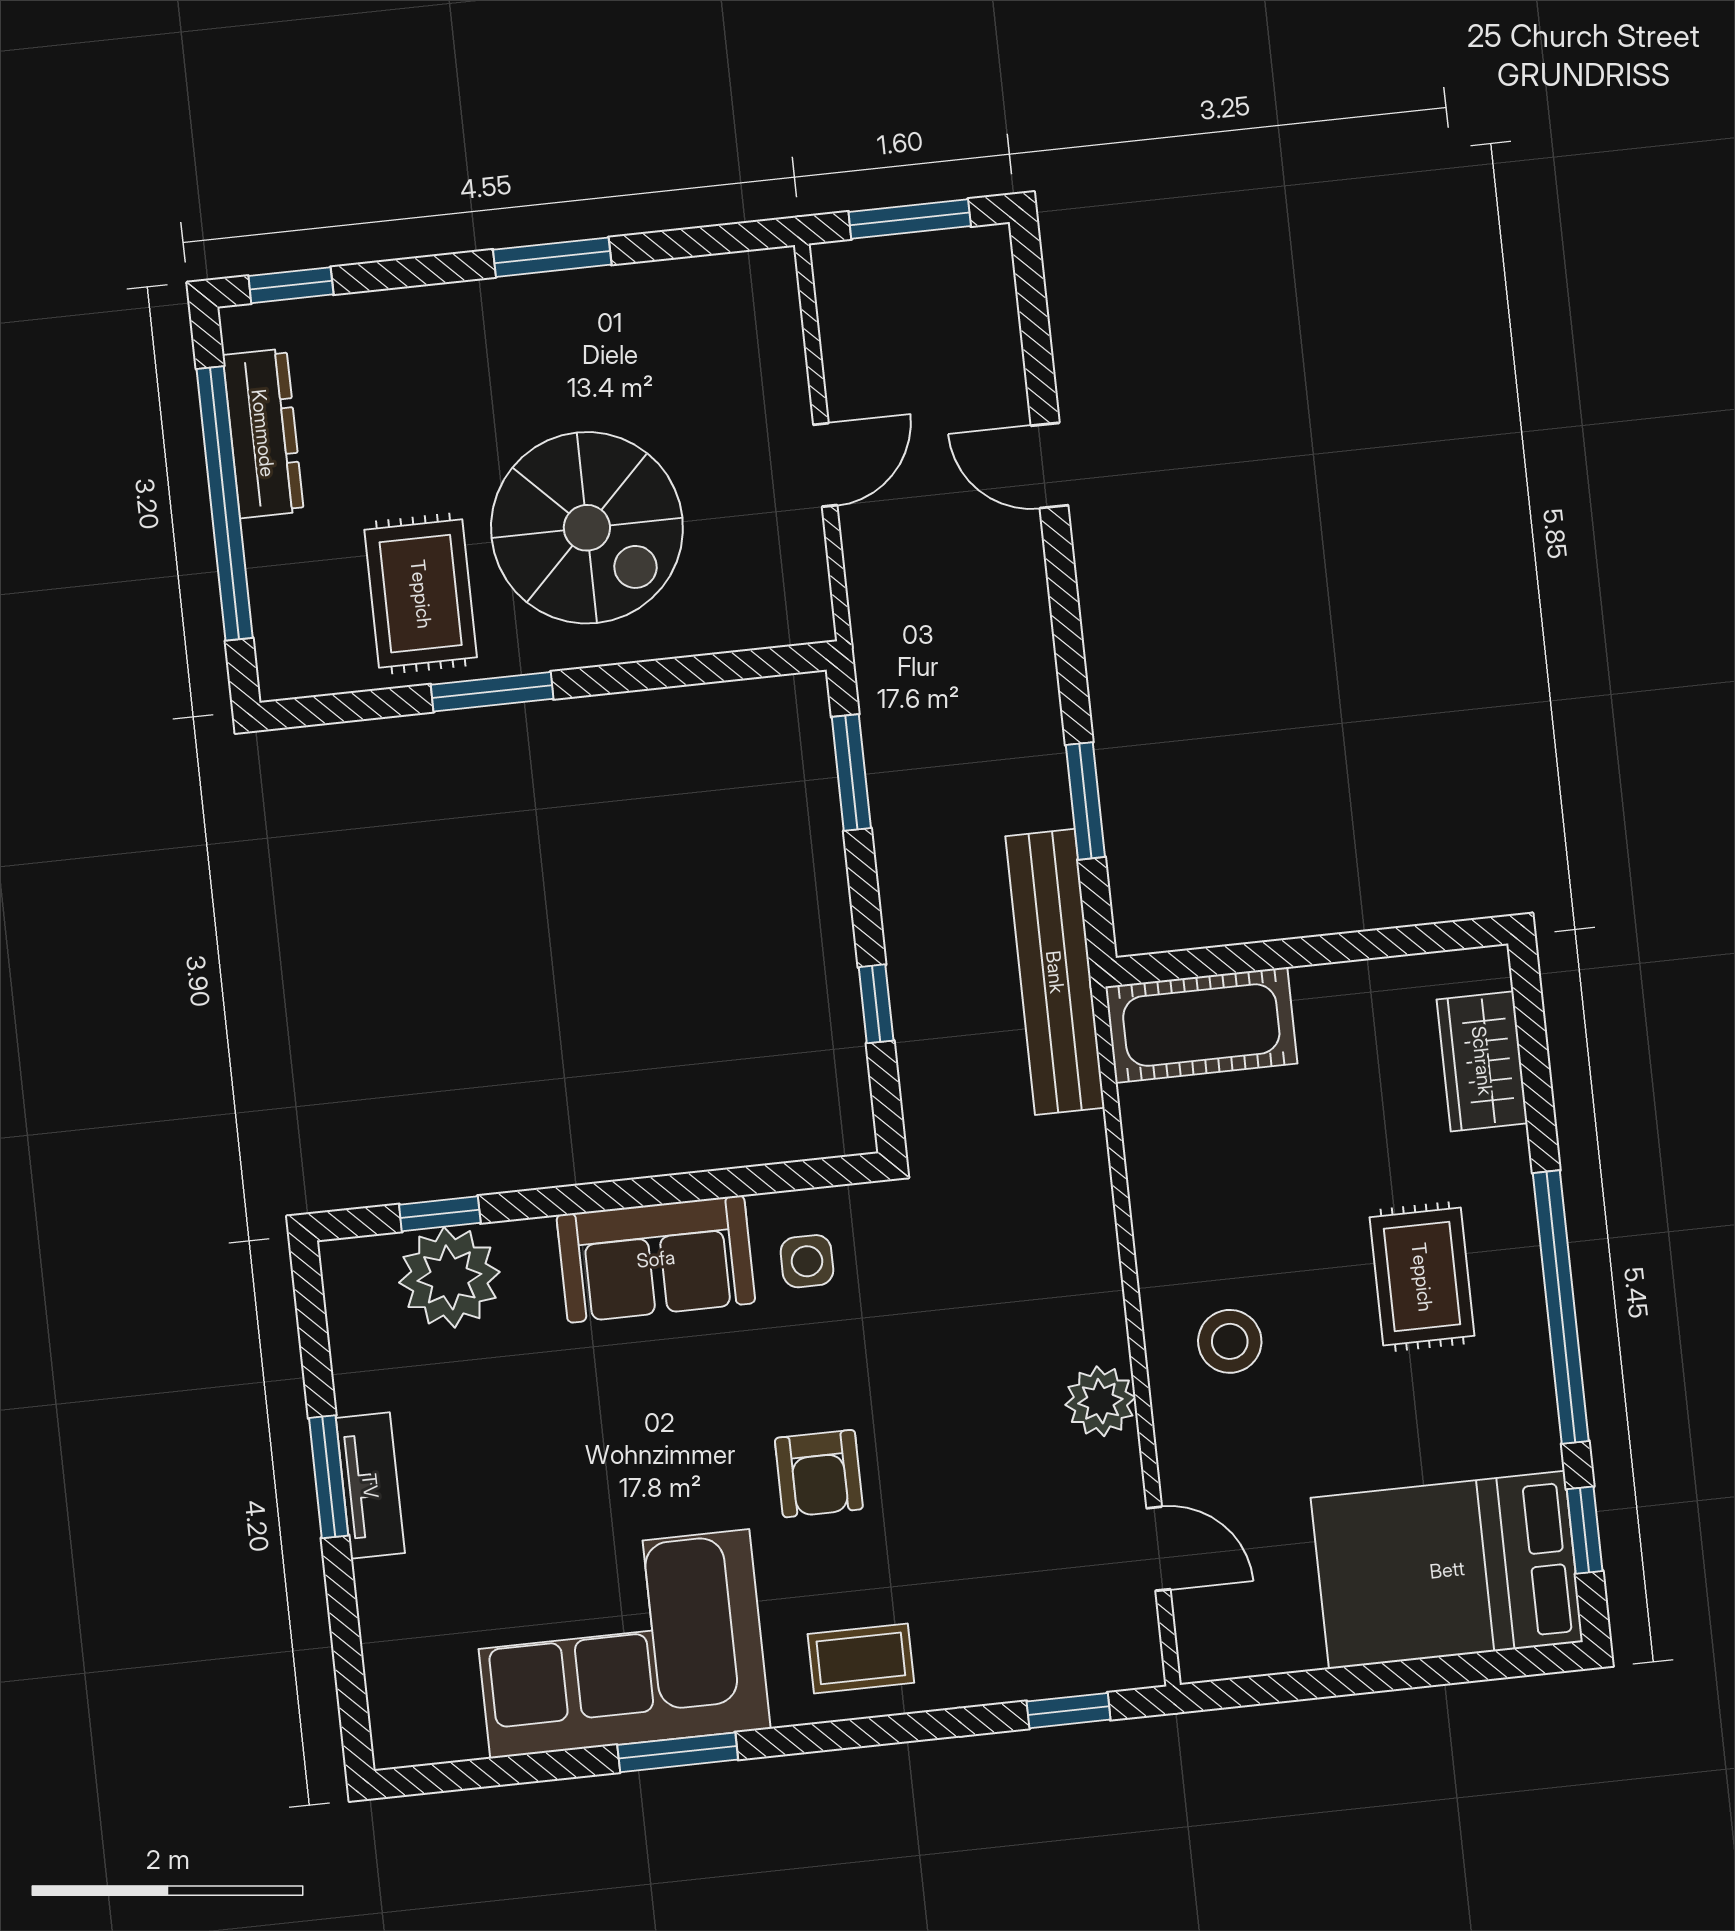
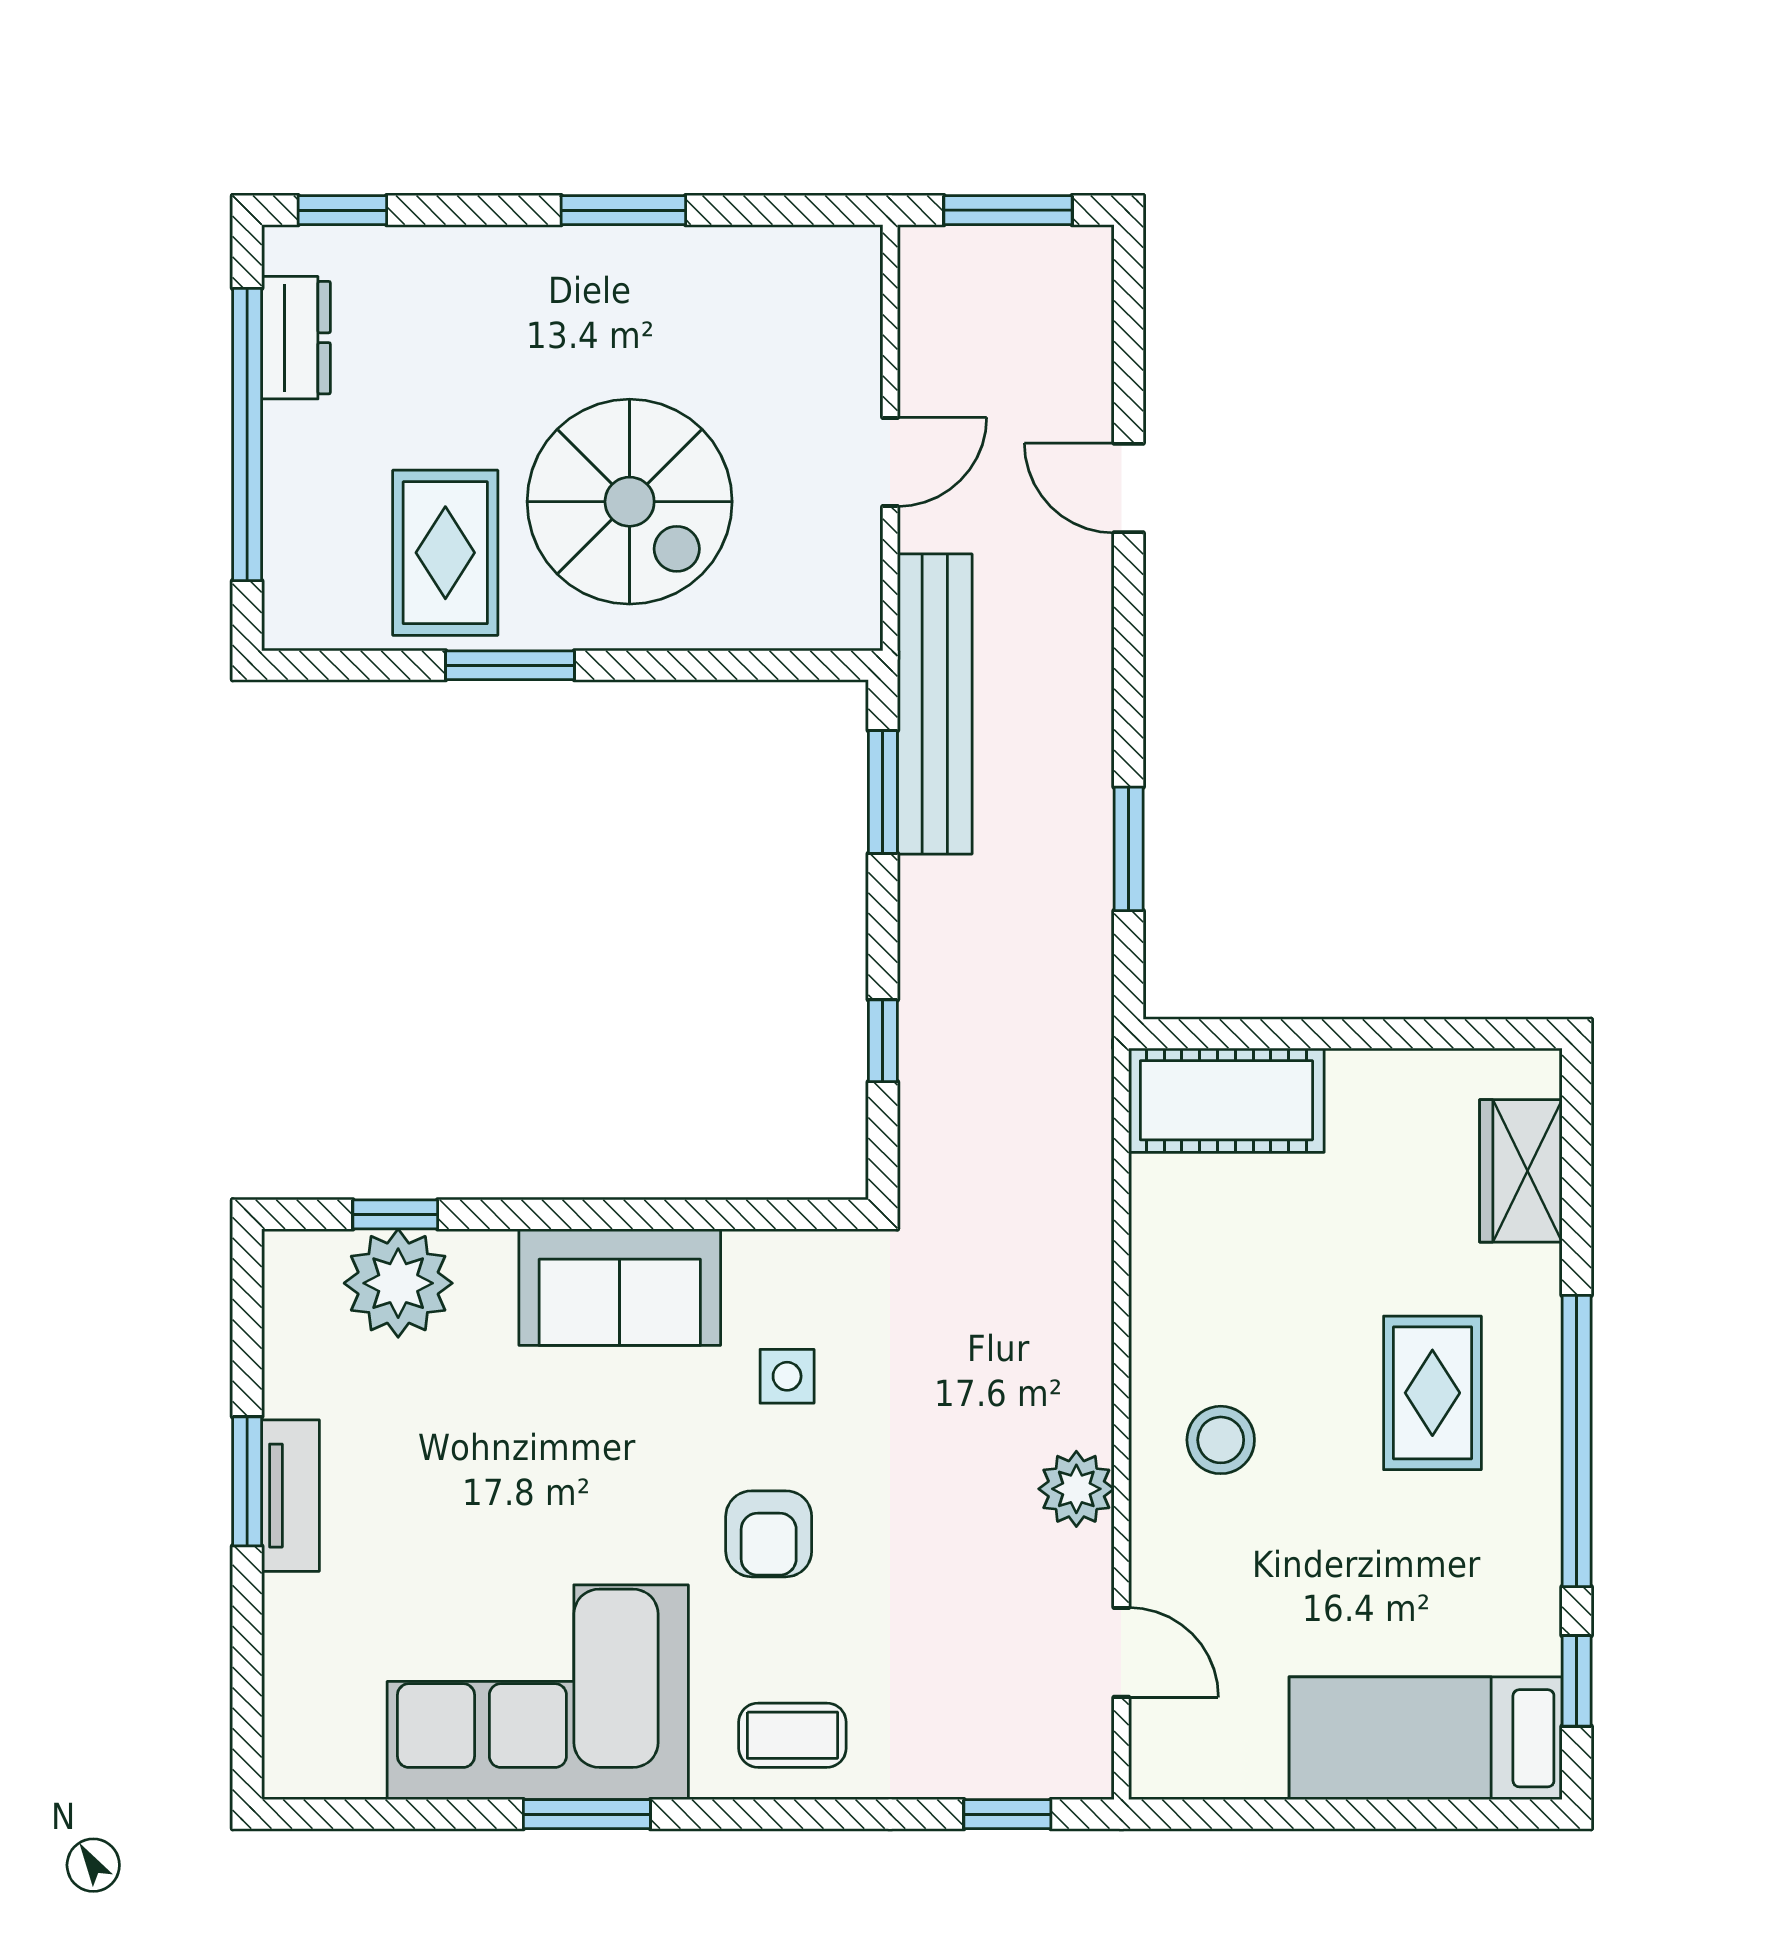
dresser: (263, 433) -> (296, 338), width x0.70
bench: (1055, 972) -> (935, 704), moved
side table: (807, 1261) -> (787, 1376), moved
bed: (1447, 1570) -> (1426, 1738), width x0.67

